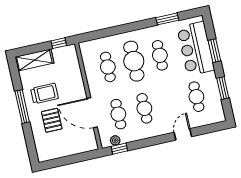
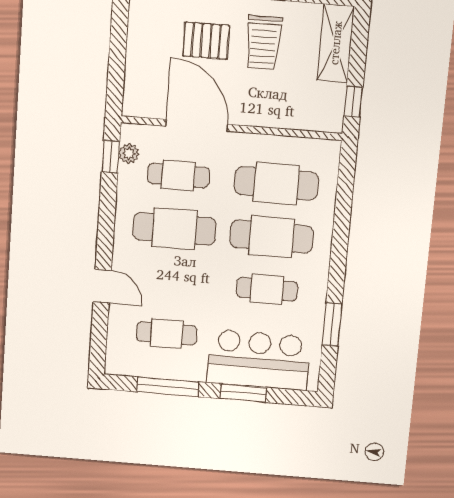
cafe table: (108, 67) -> (276, 183), width x1.37, depth x1.35
window: (223, 88) -> (168, 387), width x1.44
cafe table: (144, 108) -> (174, 229), width x1.37, depth x1.35
door: (92, 113) -> (197, 125), hinge flipped

